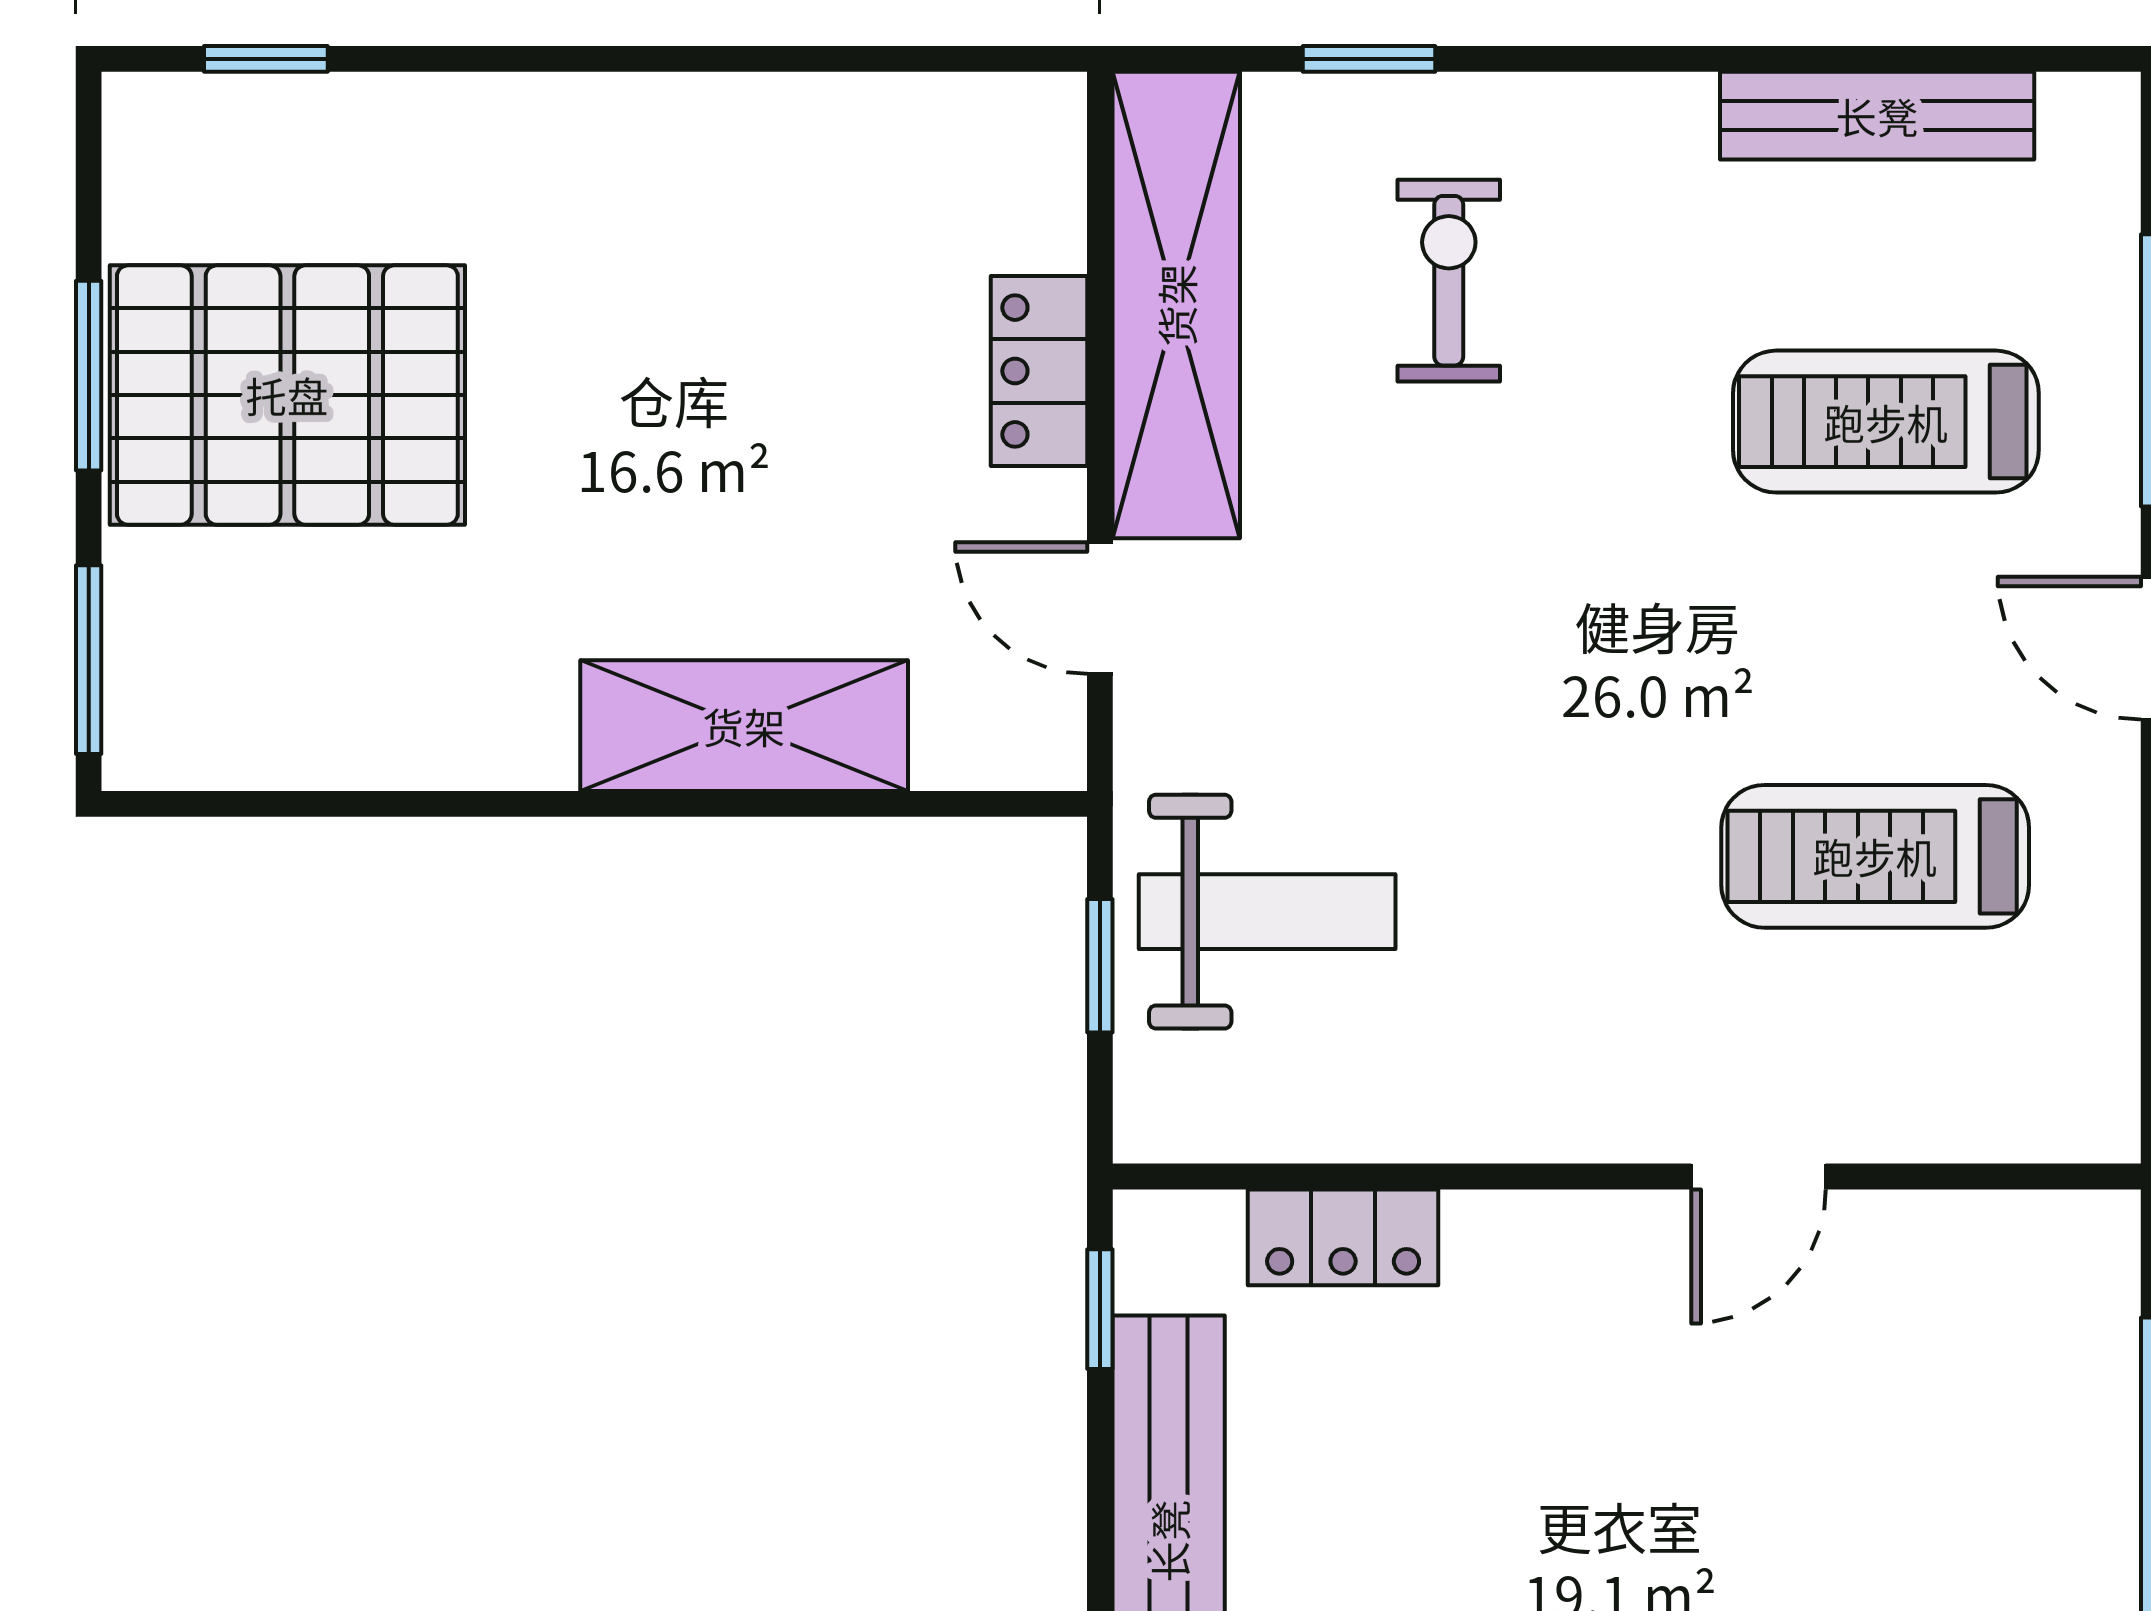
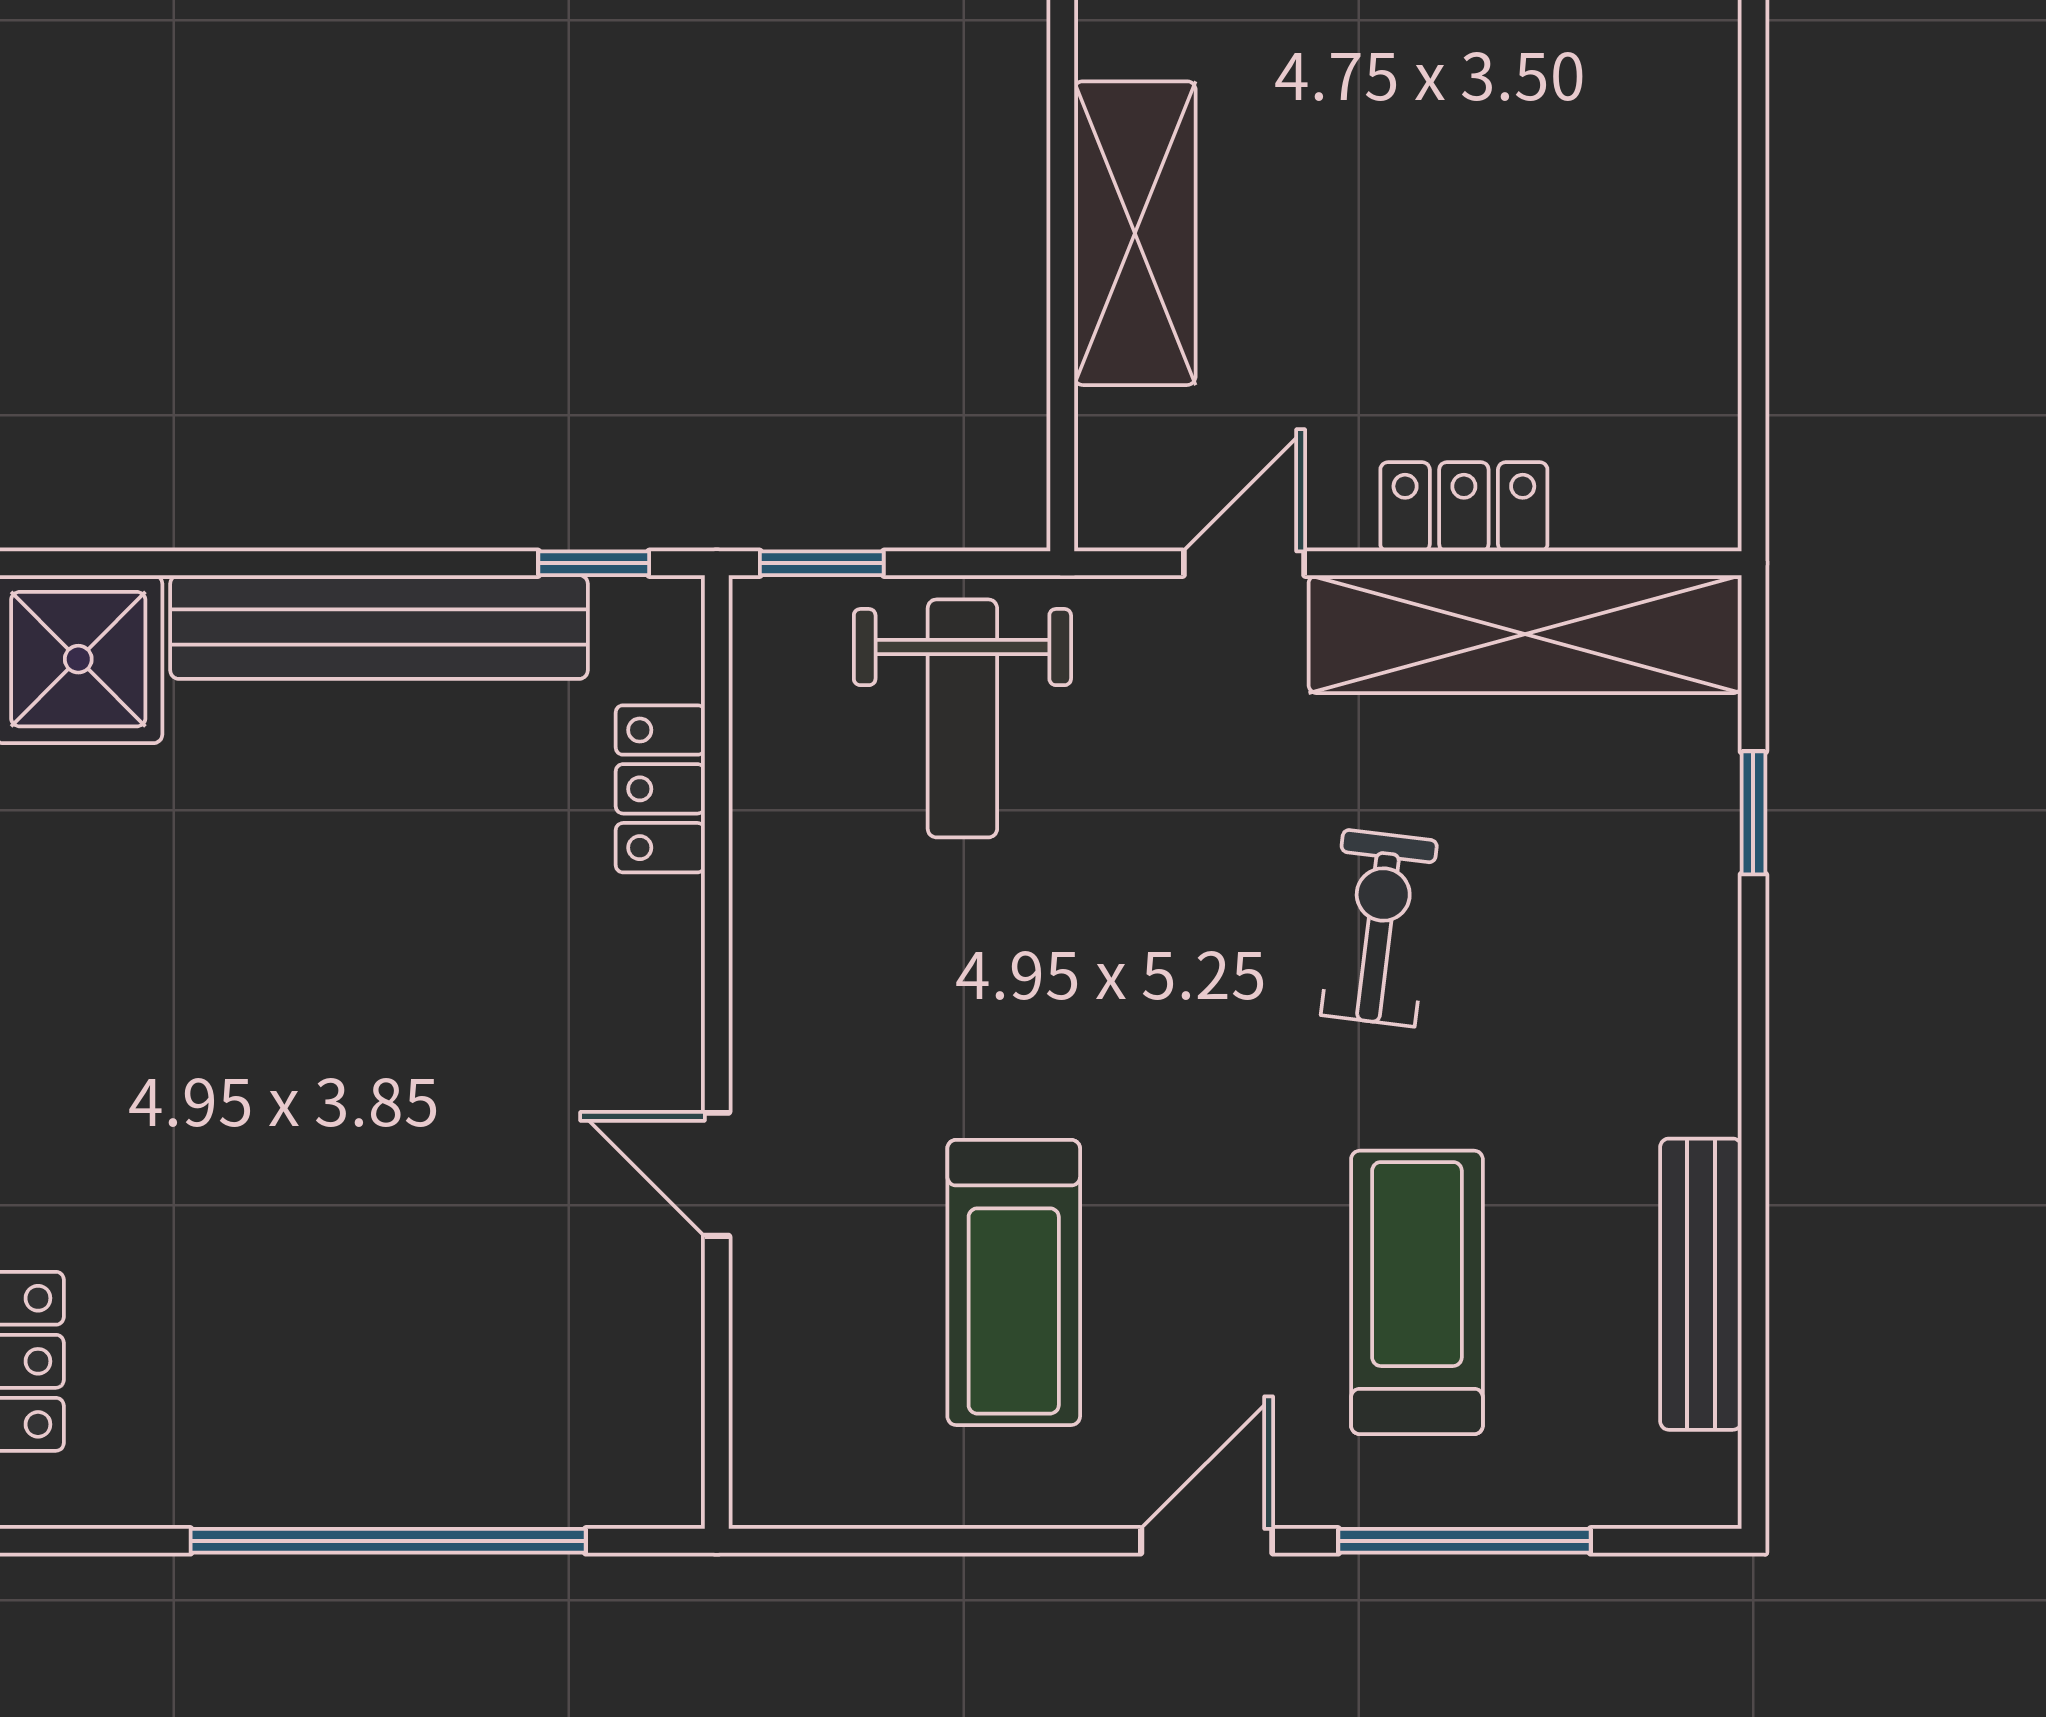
exercise bike: (1449, 281) -> (1379, 928), moved, turned -83
treadmill: (1875, 856) -> (1014, 1282), turned 180
window: (1100, 966) -> (822, 563), moved

